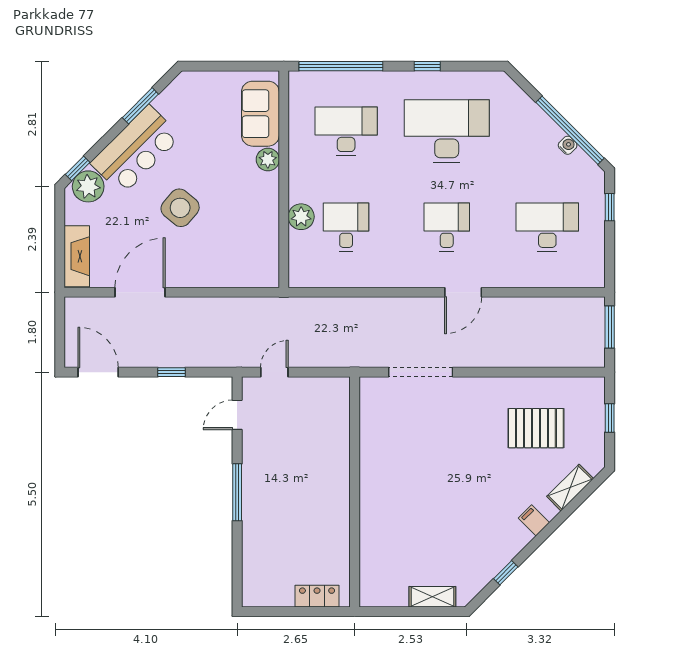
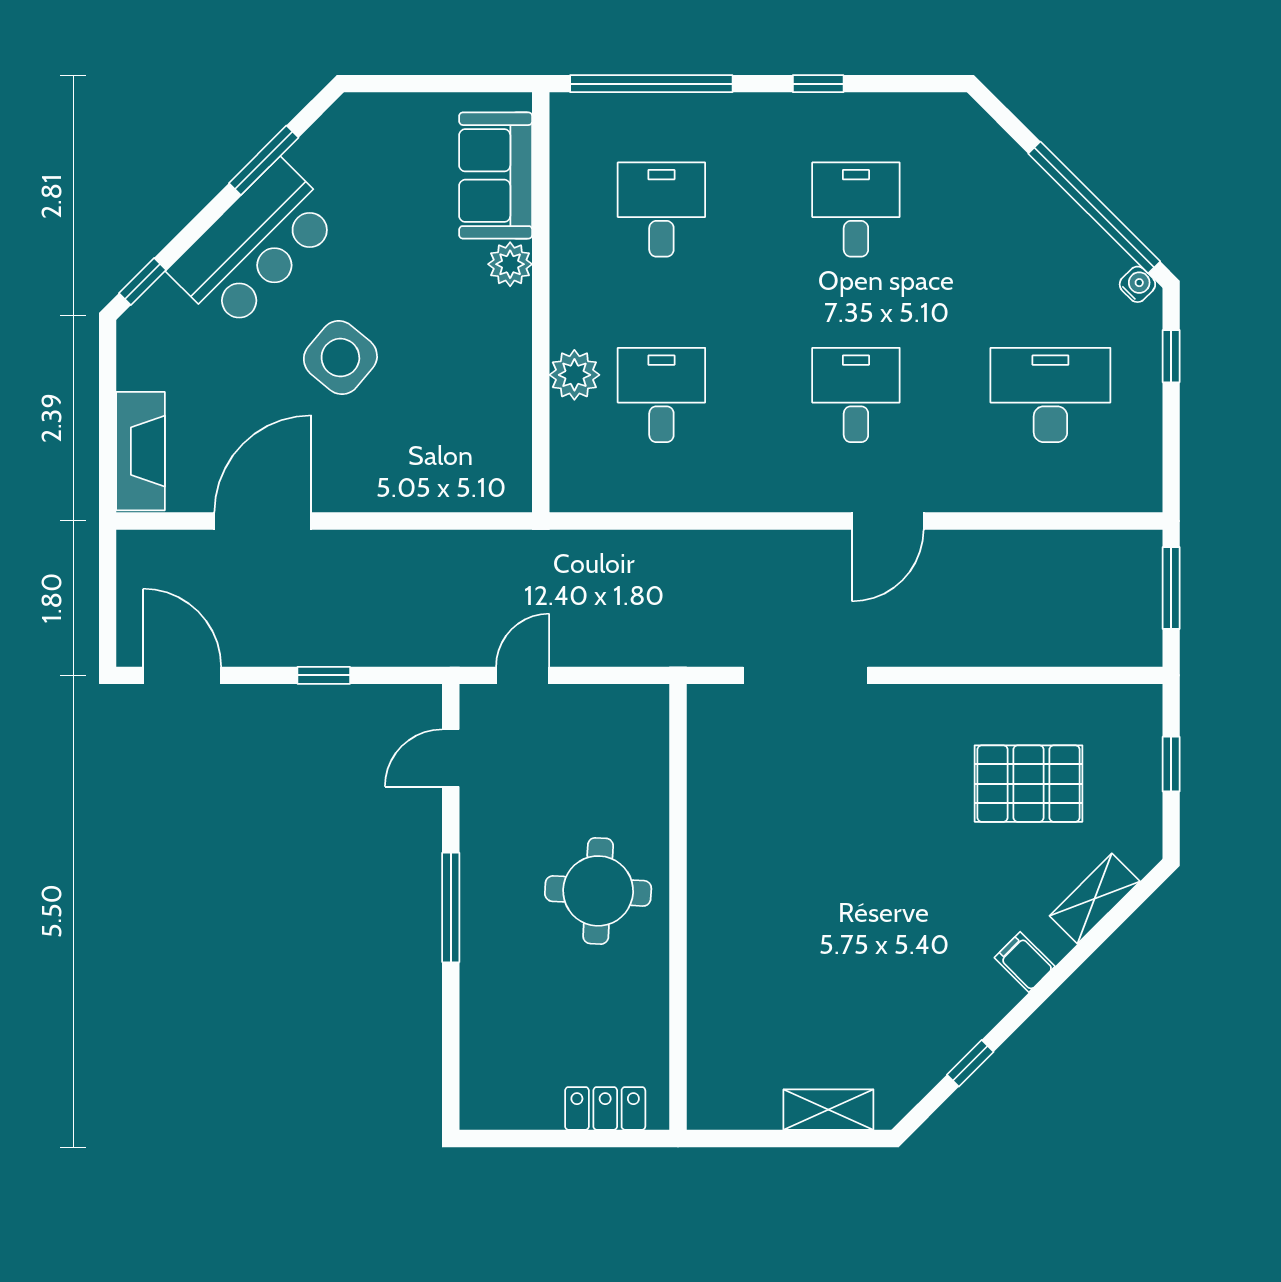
desk: (346, 131) -> (661, 210), width x0.73
desk: (447, 131) -> (856, 210), width x0.53, depth x0.77
water cooler: (568, 145) -> (1137, 284), moved
plant: (88, 186) -> (163, 316), removed
round table: (313, 484) -> (598, 891), added

